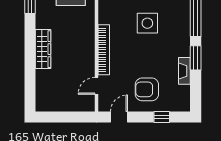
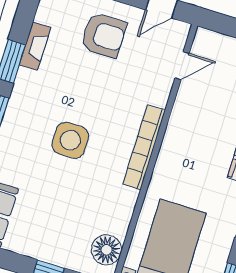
bookcase: (104, 50) -> (144, 147), moved

